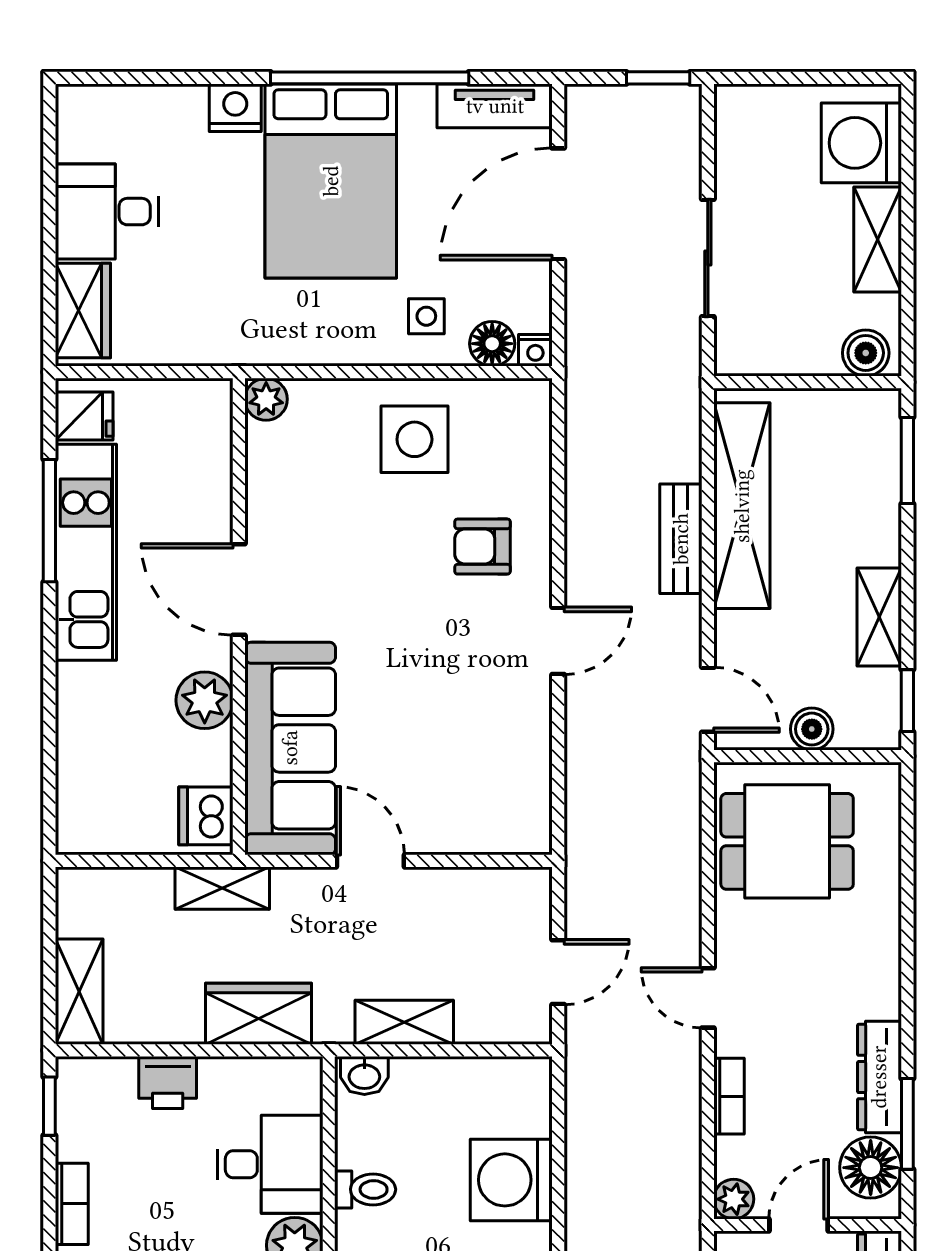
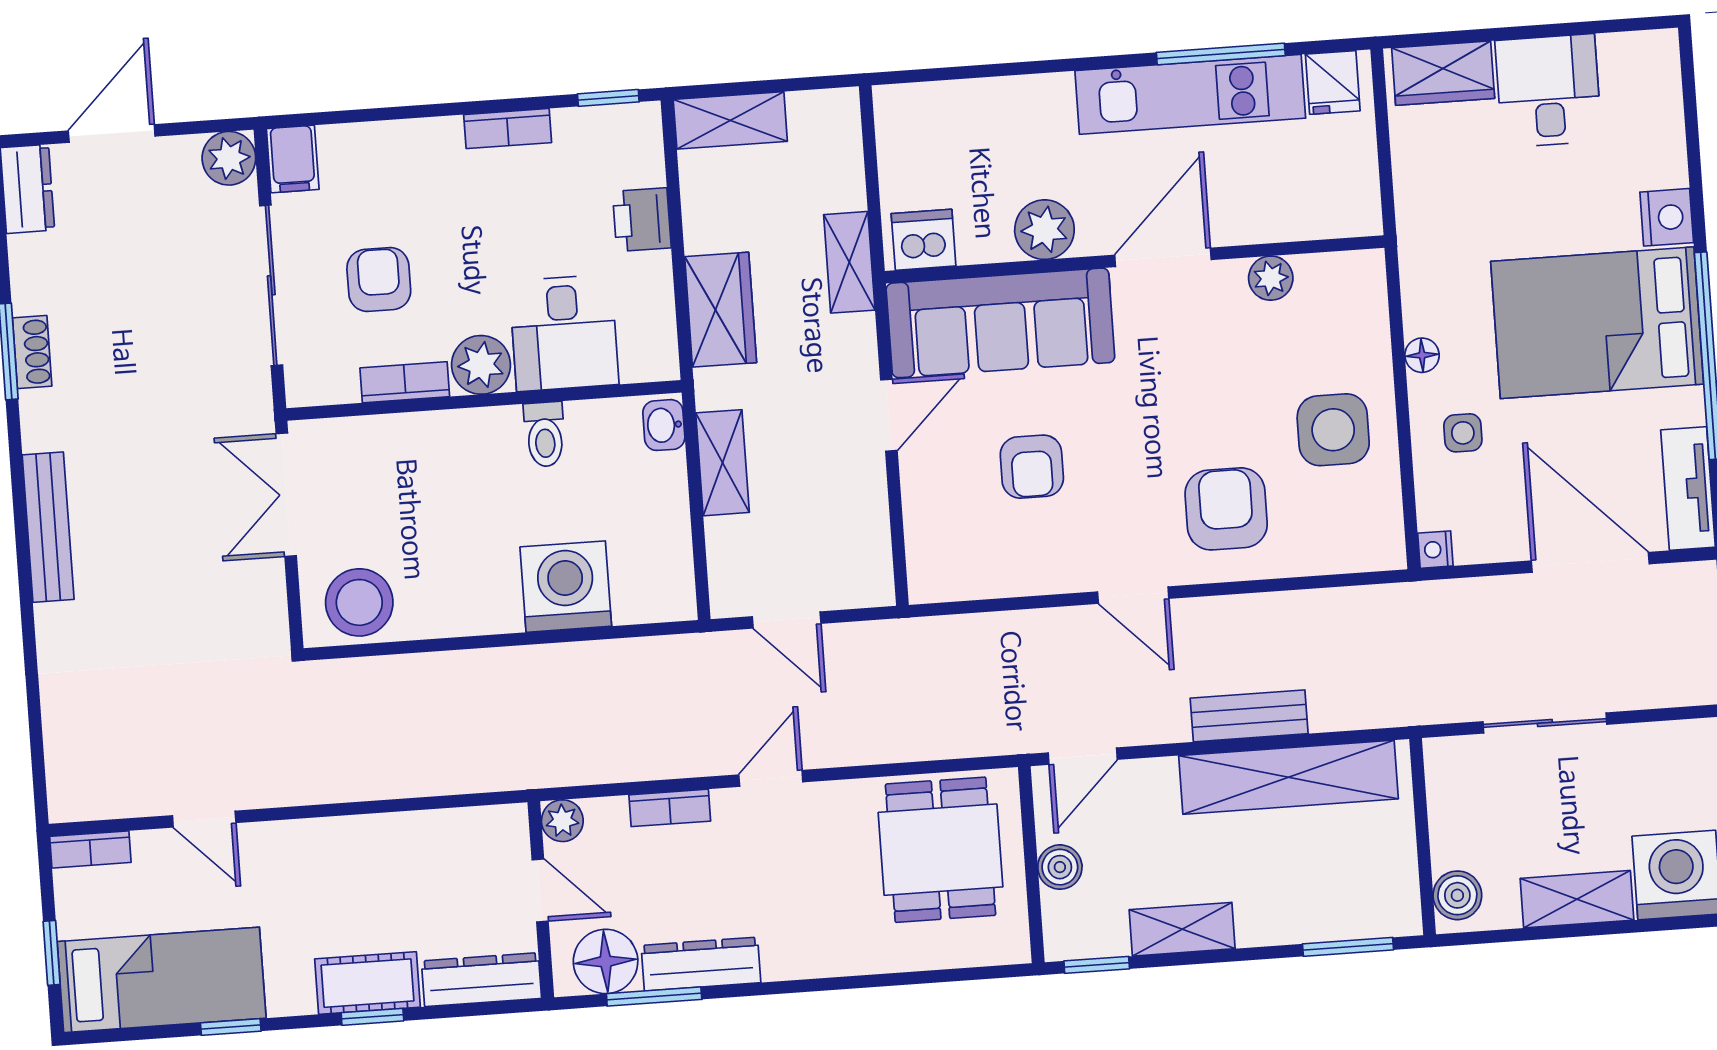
floor lamp: (492, 344) -> (1422, 355), moved, width x0.73, depth x0.73
plant: (266, 399) -> (1271, 278), moved
armchair: (483, 547) -> (1226, 509), width x1.38, depth x1.38
armchair: (429, 728) -> (1032, 467), added

